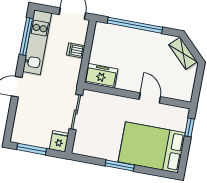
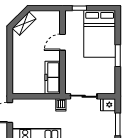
window: (135, 25) -> (10, 64), removed
dishwasher: (76, 50) -> (61, 105), moved
freezer: (101, 76) -> (53, 77), width x1.40

